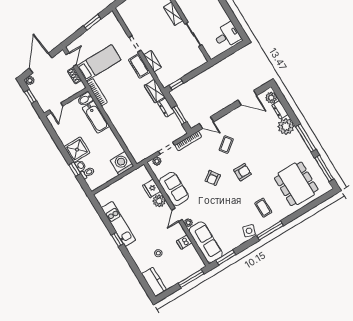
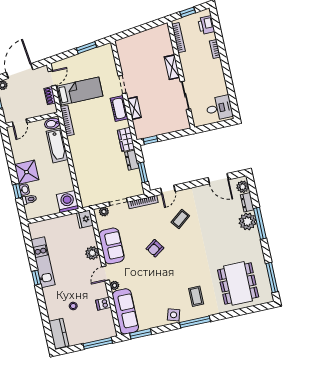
door: (206, 123) -> (168, 190), hinge flipped
window: (306, 138) -> (260, 223), moved
armchair: (243, 172) -> (187, 253), removed
fridge: (152, 188) -> (85, 219), moved

